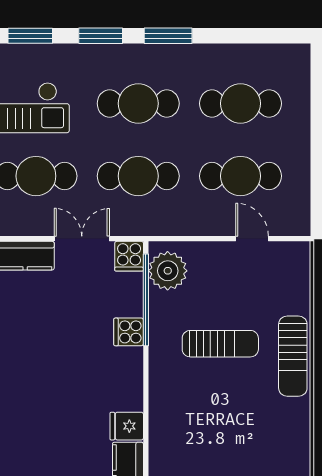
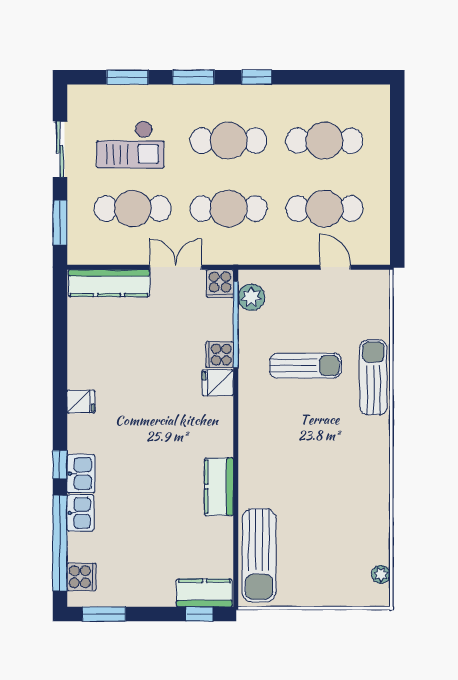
window: (168, 36) -> (257, 77), width x0.67
plant: (168, 271) -> (251, 297), width x0.73, depth x0.73
sun lounger: (293, 356) -> (373, 377), turned 180
fridge: (127, 426) -> (218, 383), moved

